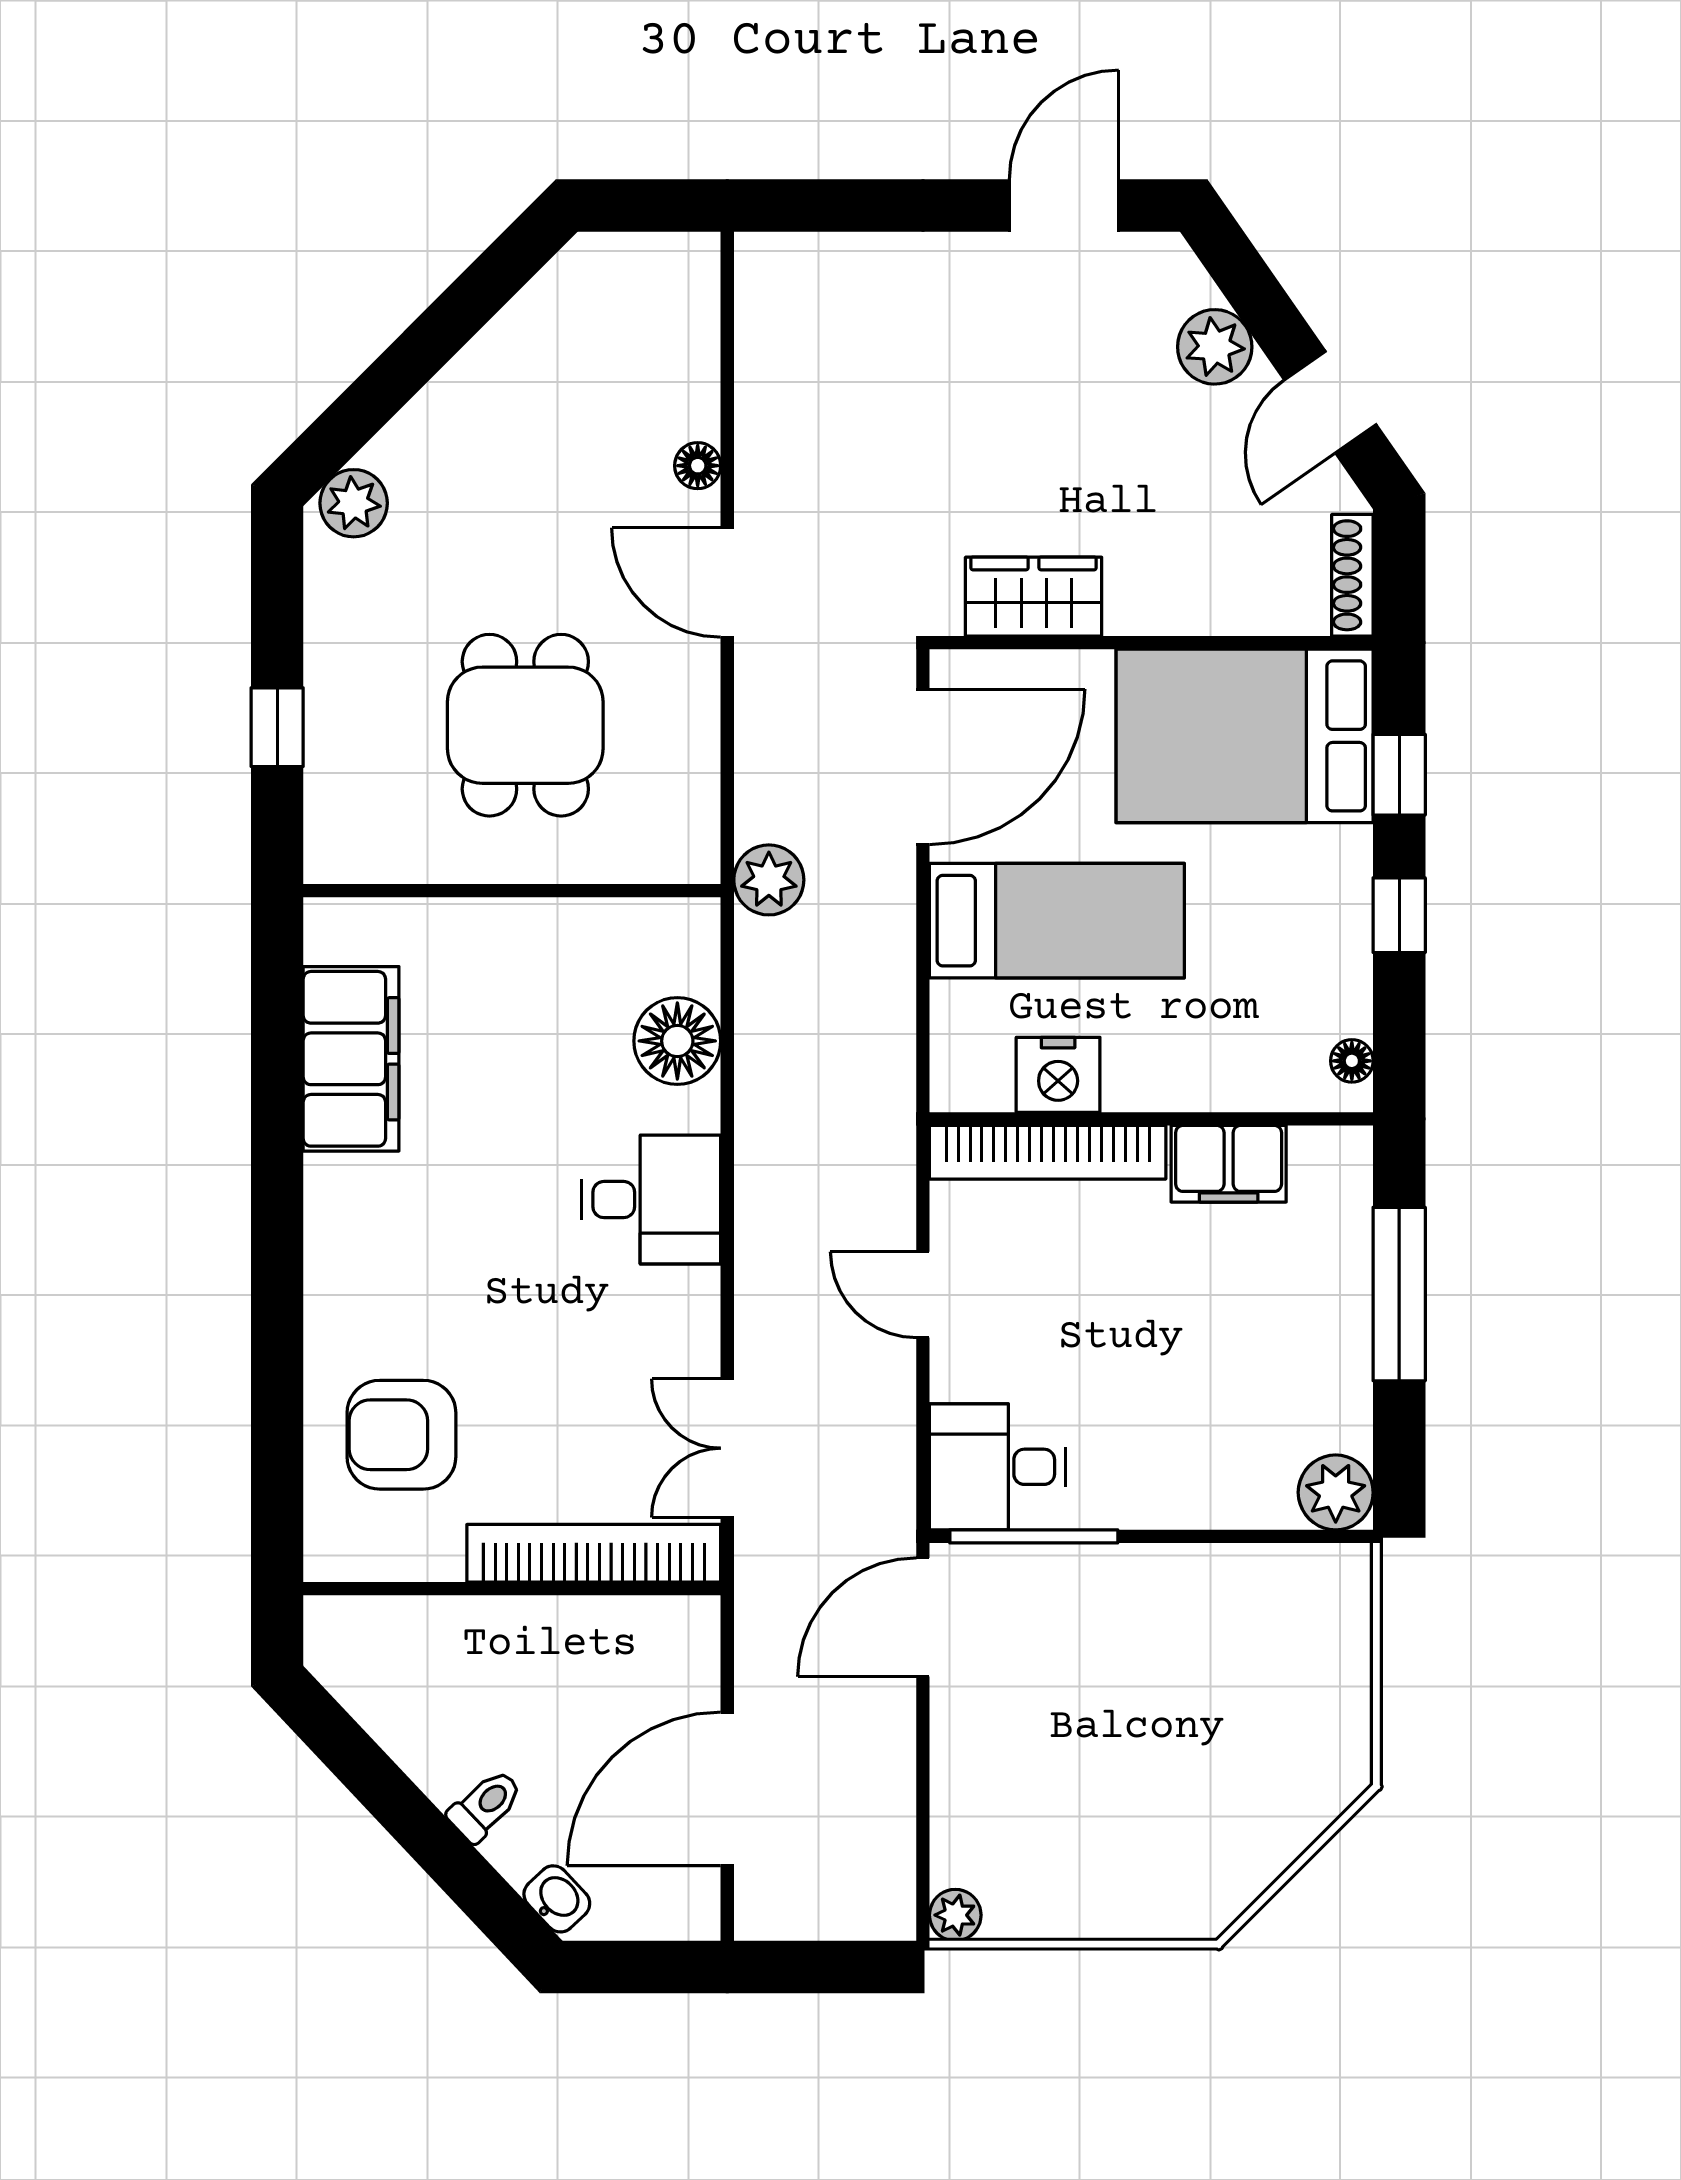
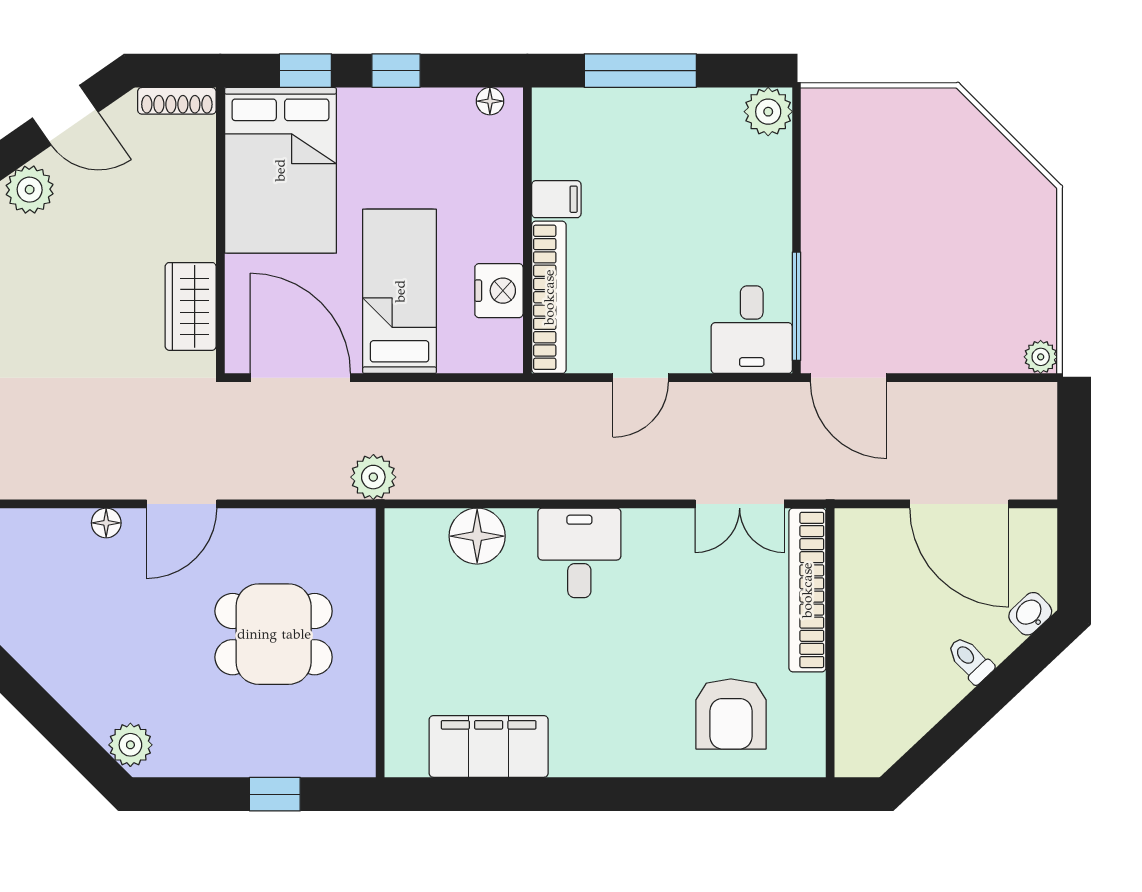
filing cabinet: (1229, 1164) -> (556, 199), width x0.50

